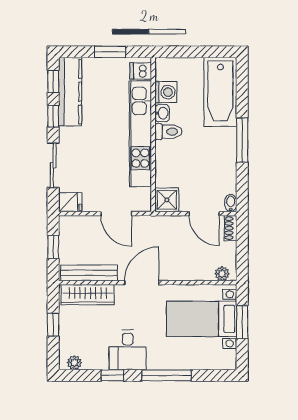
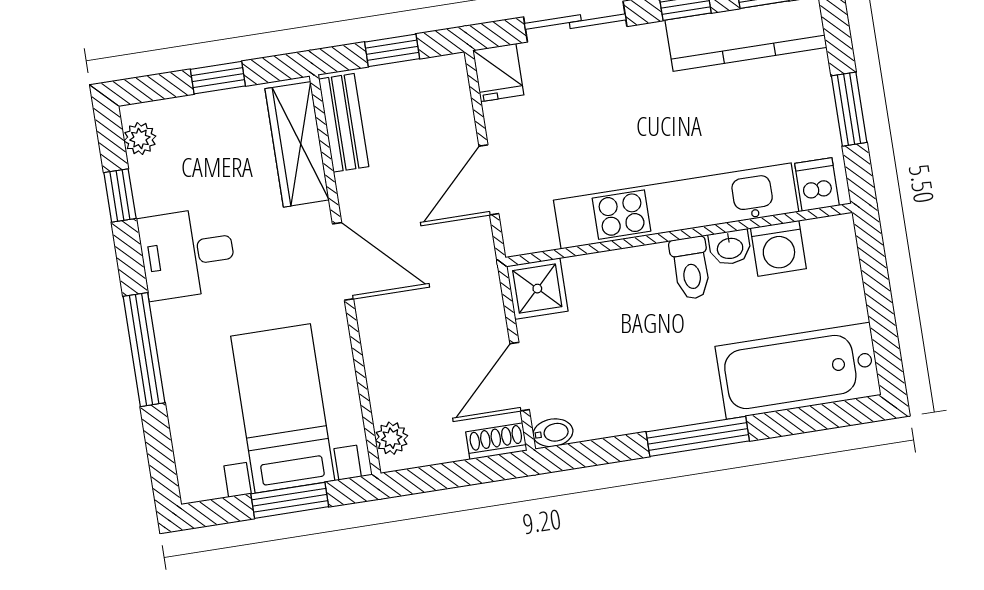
bench: (89, 273) -> (344, 123), width x0.73
window: (112, 375) -> (120, 196), moved

